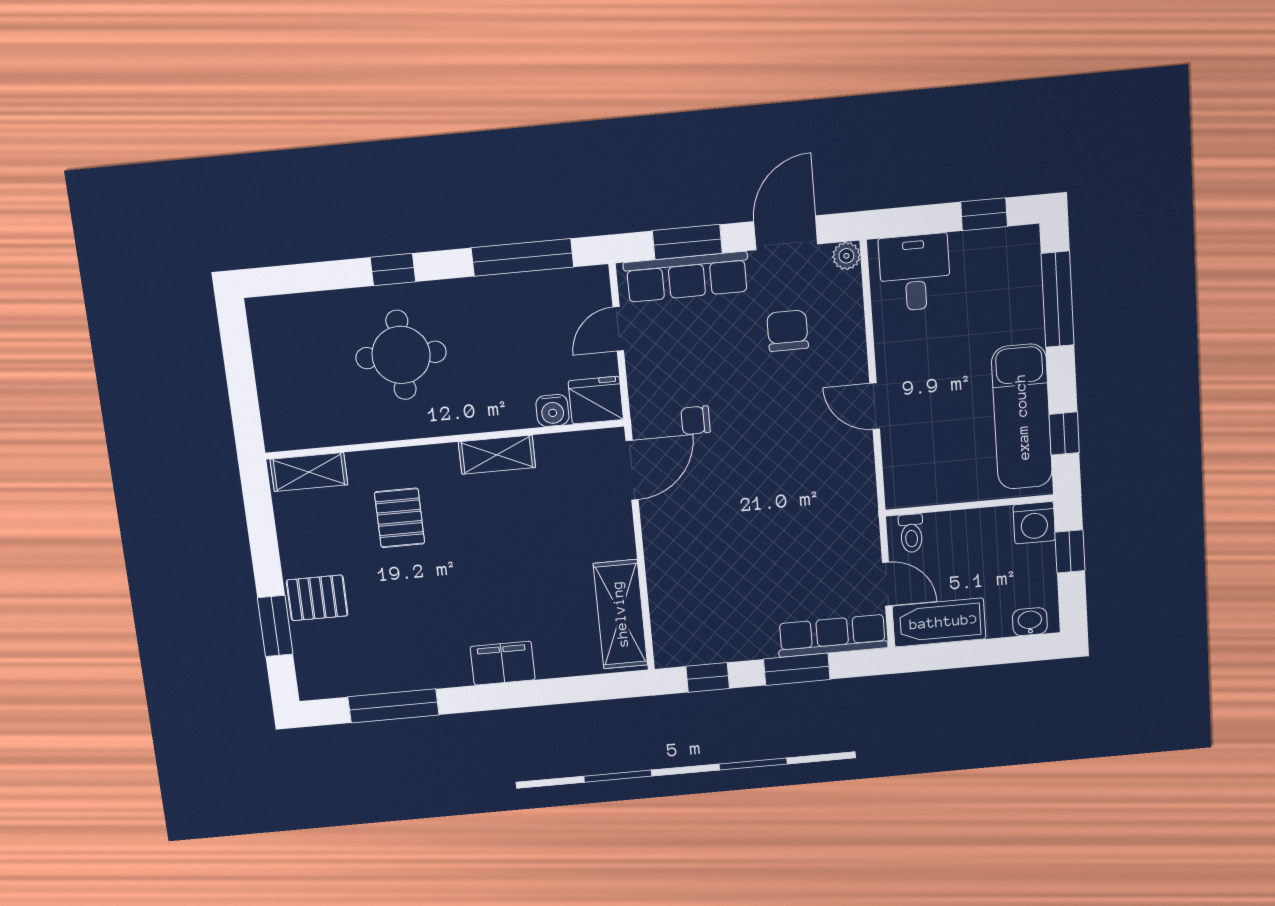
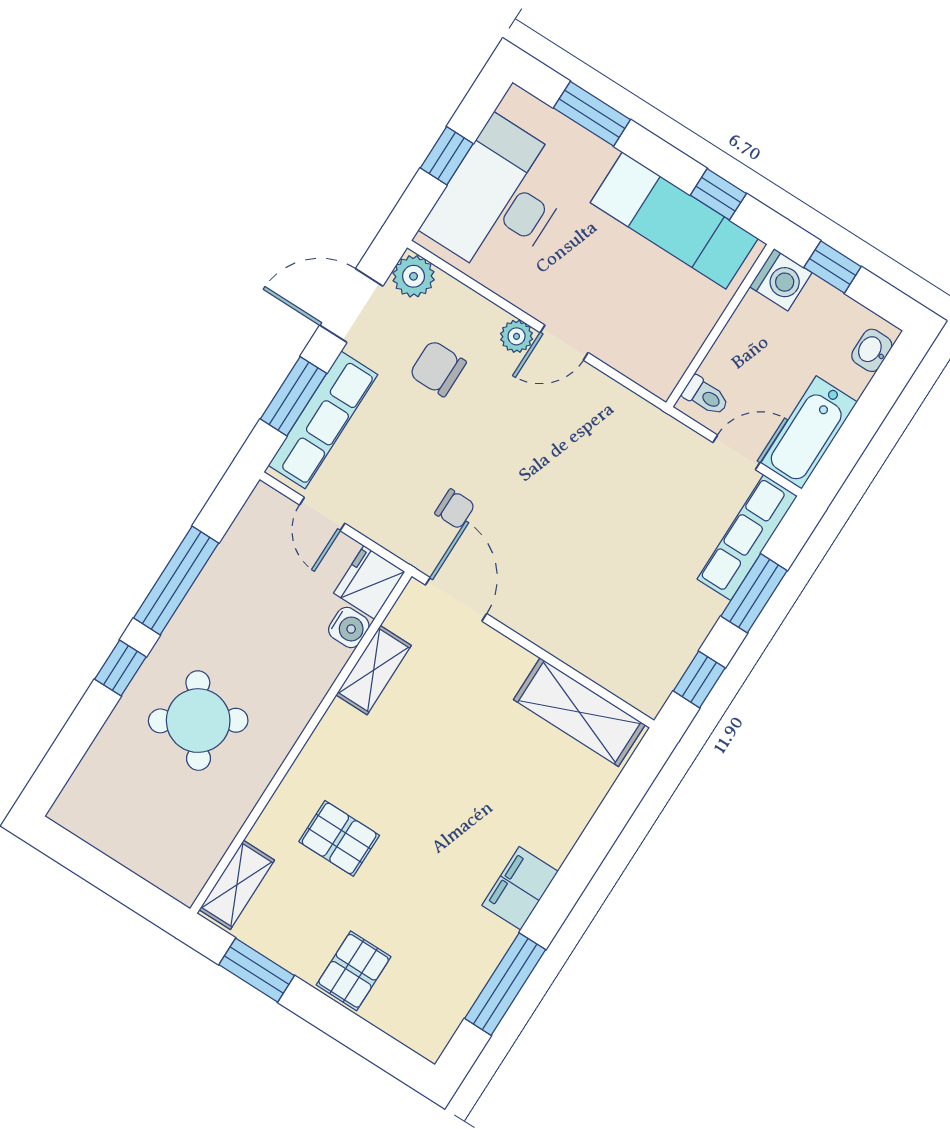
window: (984, 214) -> (447, 156), moved
door: (786, 233) -> (351, 306), hinge flipped
plant: (846, 256) -> (414, 276), width x1.38, depth x1.38
window: (522, 257) -> (176, 581), moved
desk: (915, 273) -> (500, 199), width x1.87, depth x1.30
window: (1058, 299) -> (592, 114), width x0.69
round table: (401, 355) -> (198, 721), turned -33
plant: (854, 369) -> (517, 336), added
chair: (696, 420) -> (455, 509), turned -90
shelving: (497, 455) -> (374, 670), moved
window: (275, 626) -> (257, 970), moved
filing cabinet: (503, 663) -> (520, 888), moved

